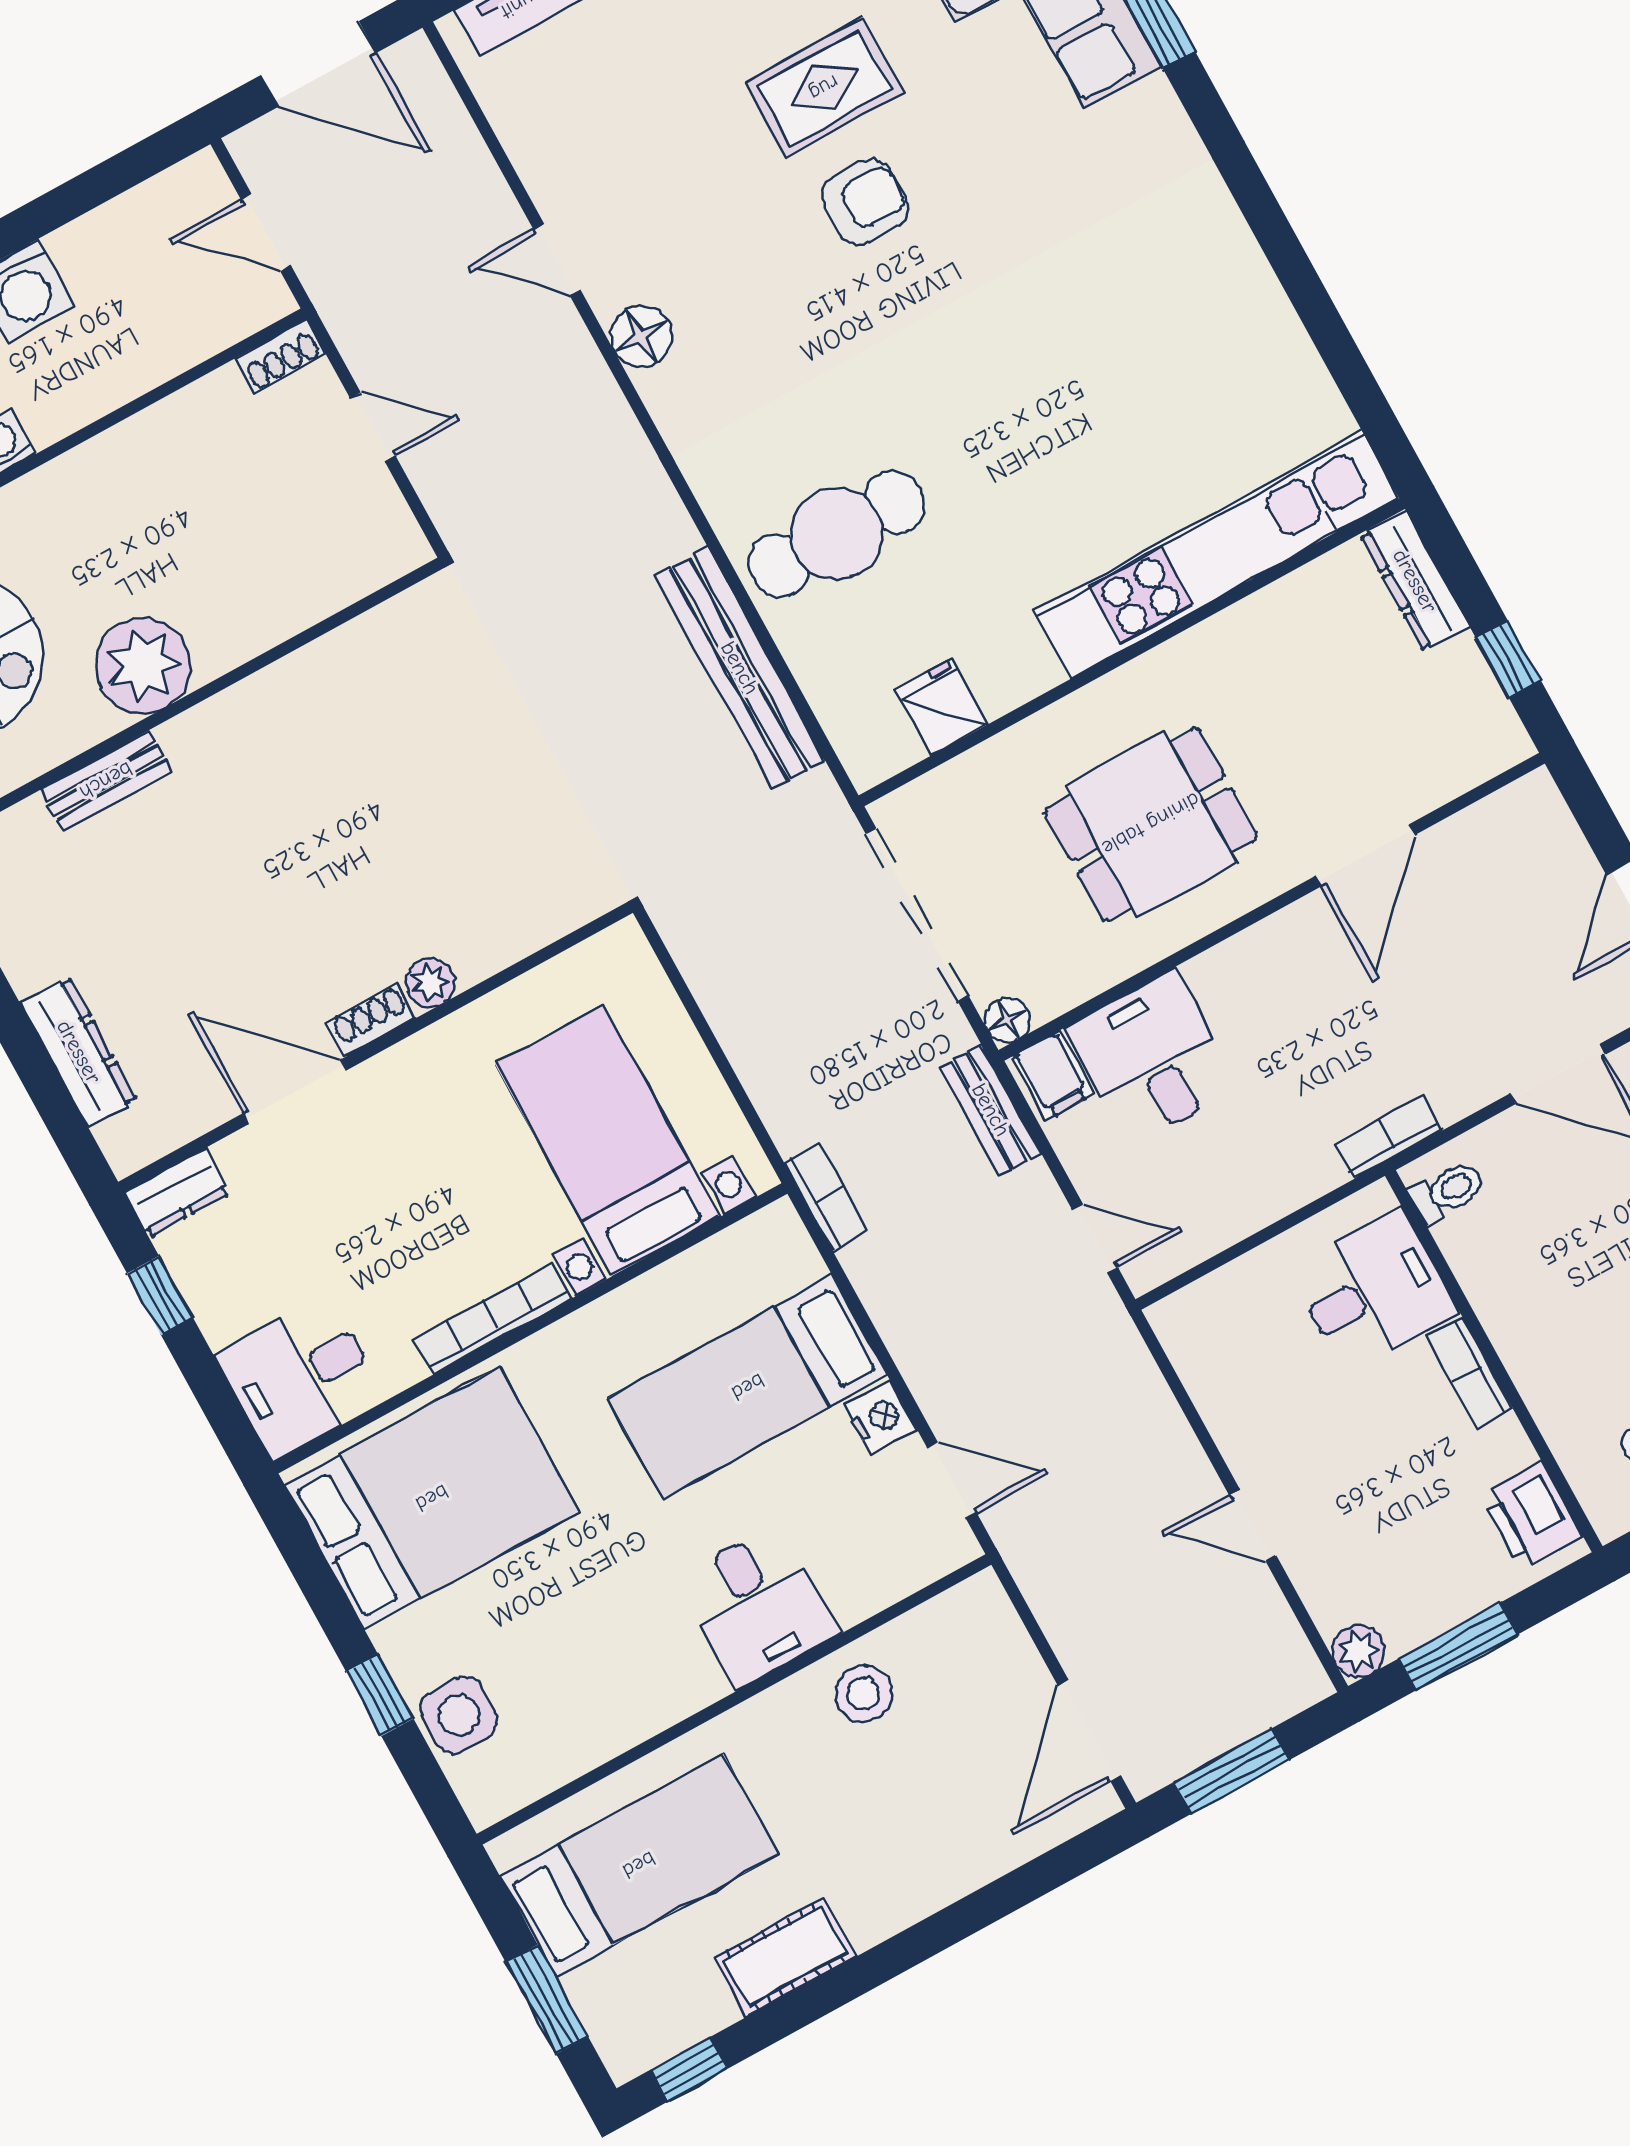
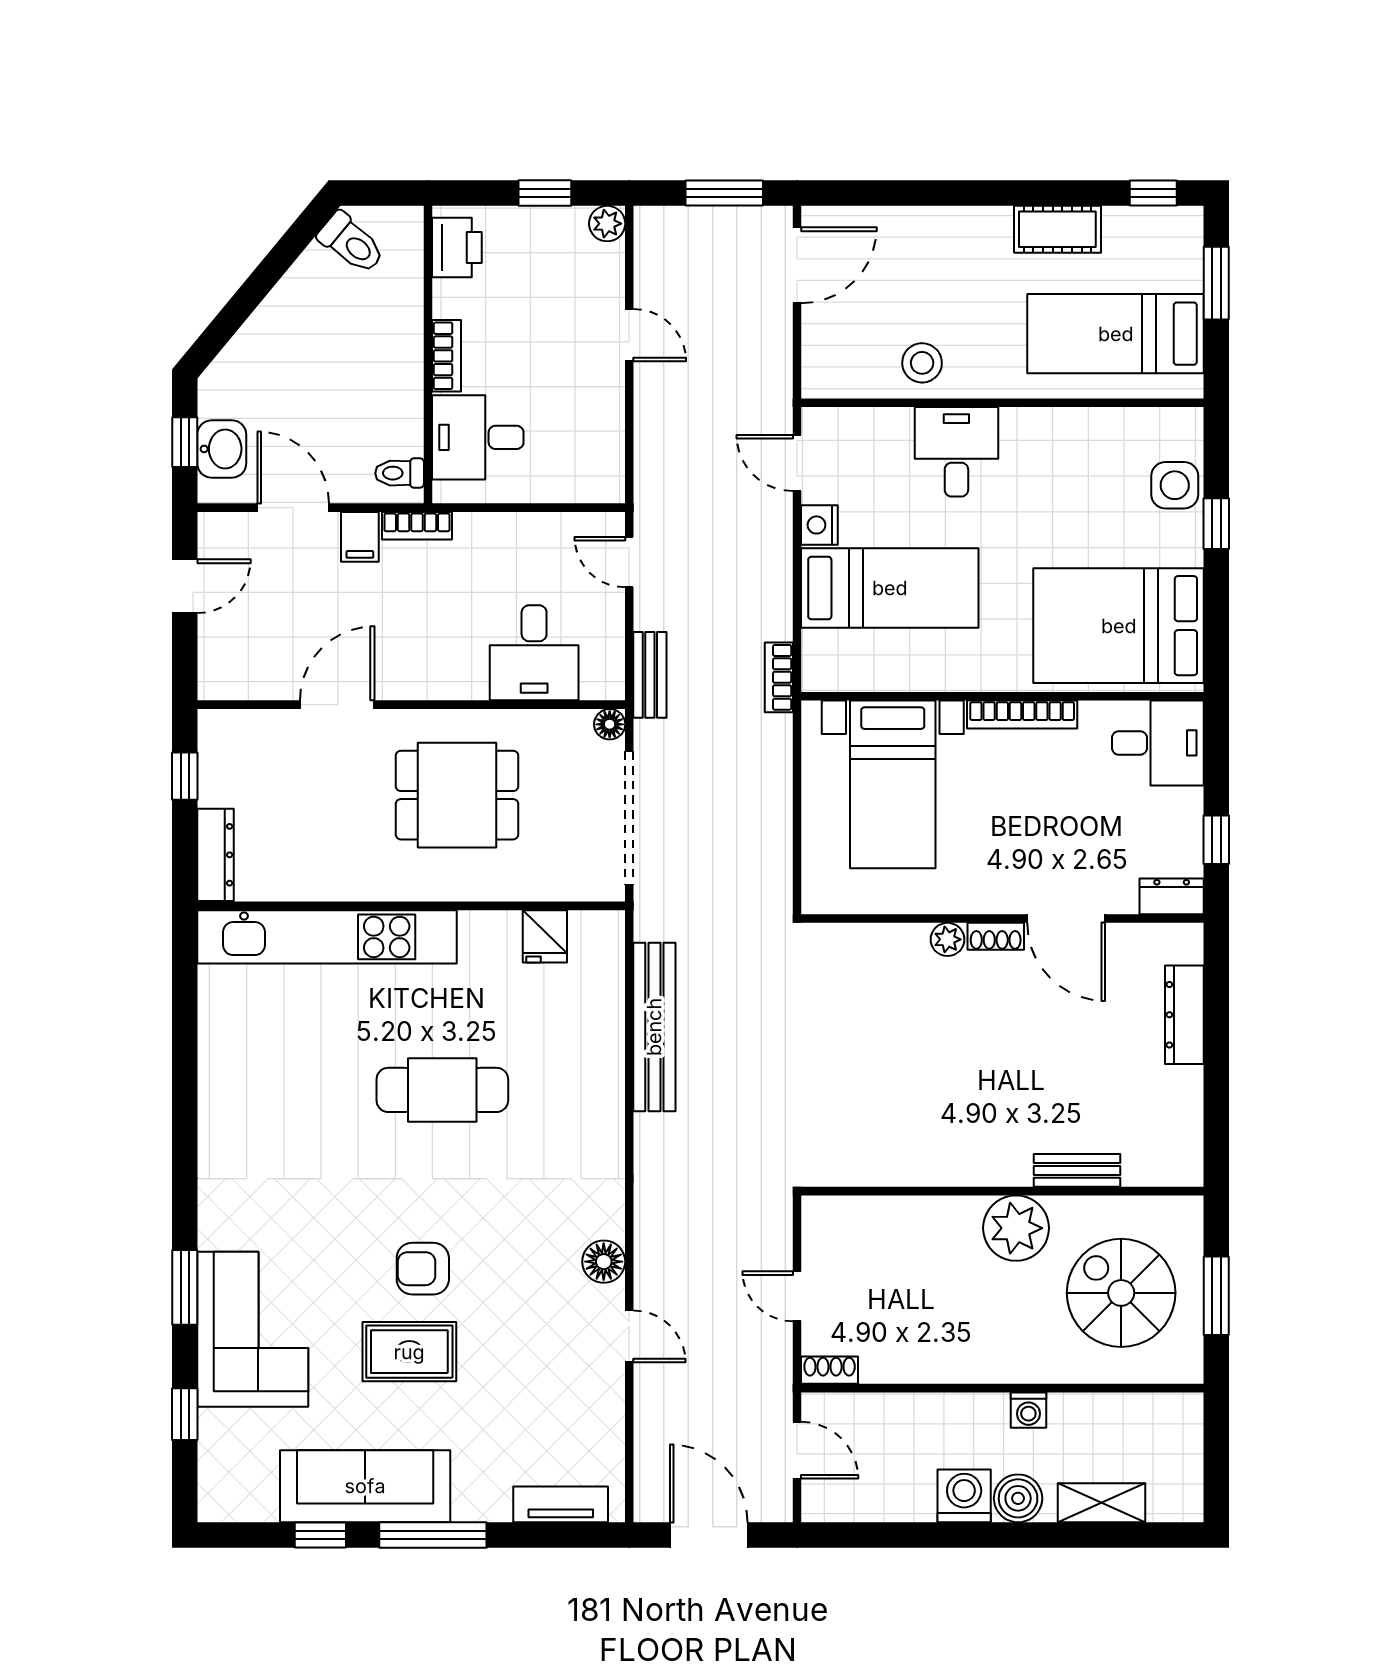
cafe table: (836, 534) -> (442, 1090), moved
filing cabinet: (1053, 1075) -> (360, 537), moved, turned 180
window: (1458, 1646) -> (545, 193), width x0.67

